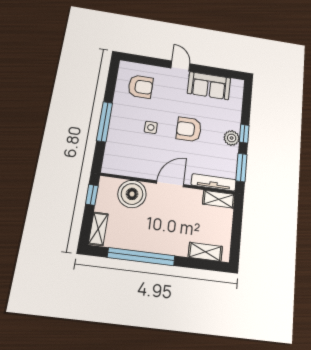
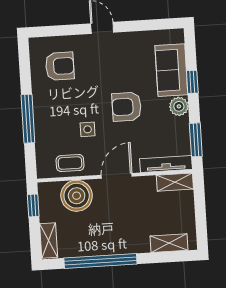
sofa: (209, 86) -> (171, 70), moved, turned 90
side table: (151, 127) -> (88, 129), moved
window: (244, 134) -> (192, 82), moved
coffee table: (132, 165) -> (70, 163), added

